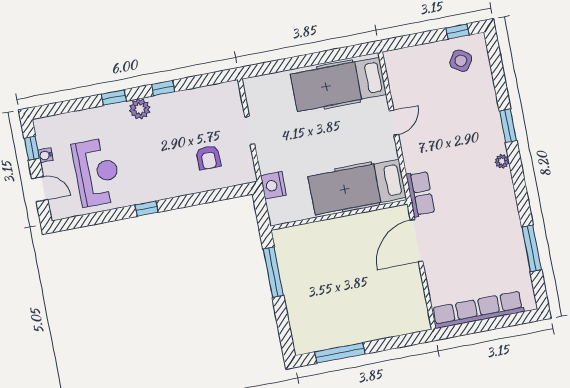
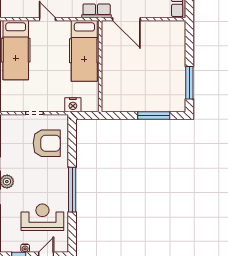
armchair: (208, 157) -> (47, 143), width x1.88, depth x1.88
window: (146, 209) -> (72, 190), width x3.17
window: (273, 272) -> (154, 116), moved

